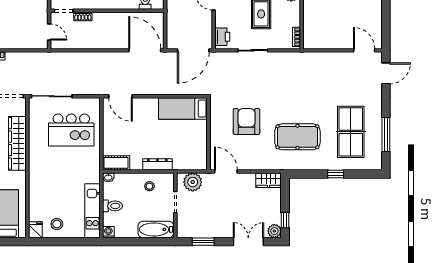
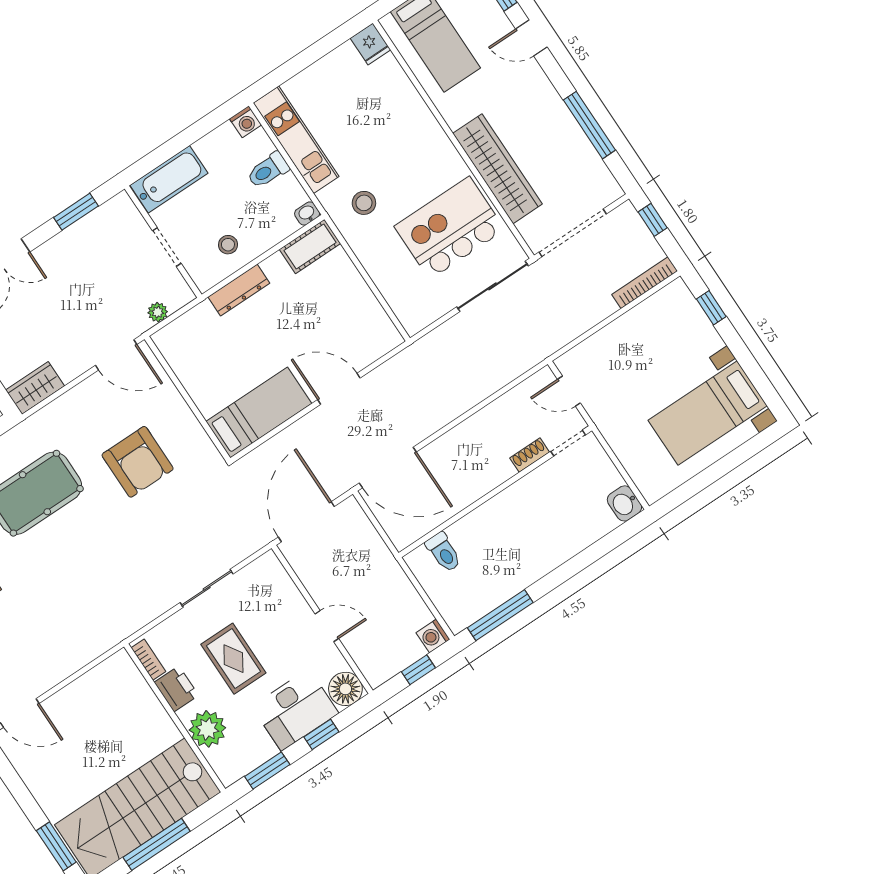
printer: (222, 37) -> (176, 689), moved, turned 180
door: (120, 96) -> (339, 389), moved
kitchen island: (71, 130) -> (450, 228), moved
plant: (193, 182) -> (158, 312), width x0.53, depth x0.53
stool: (57, 224) -> (364, 203), moved

